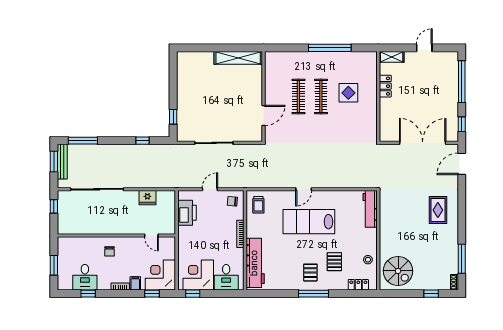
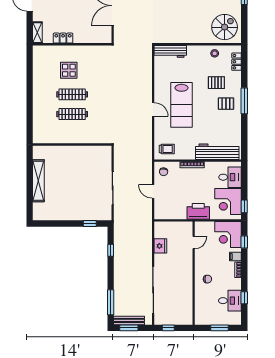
window: (330, 48) -> (30, 87), removed
shelving: (238, 58) -> (38, 181), moved
door: (264, 115) -> (89, 145), removed
printer: (187, 213) -> (198, 211), moved

